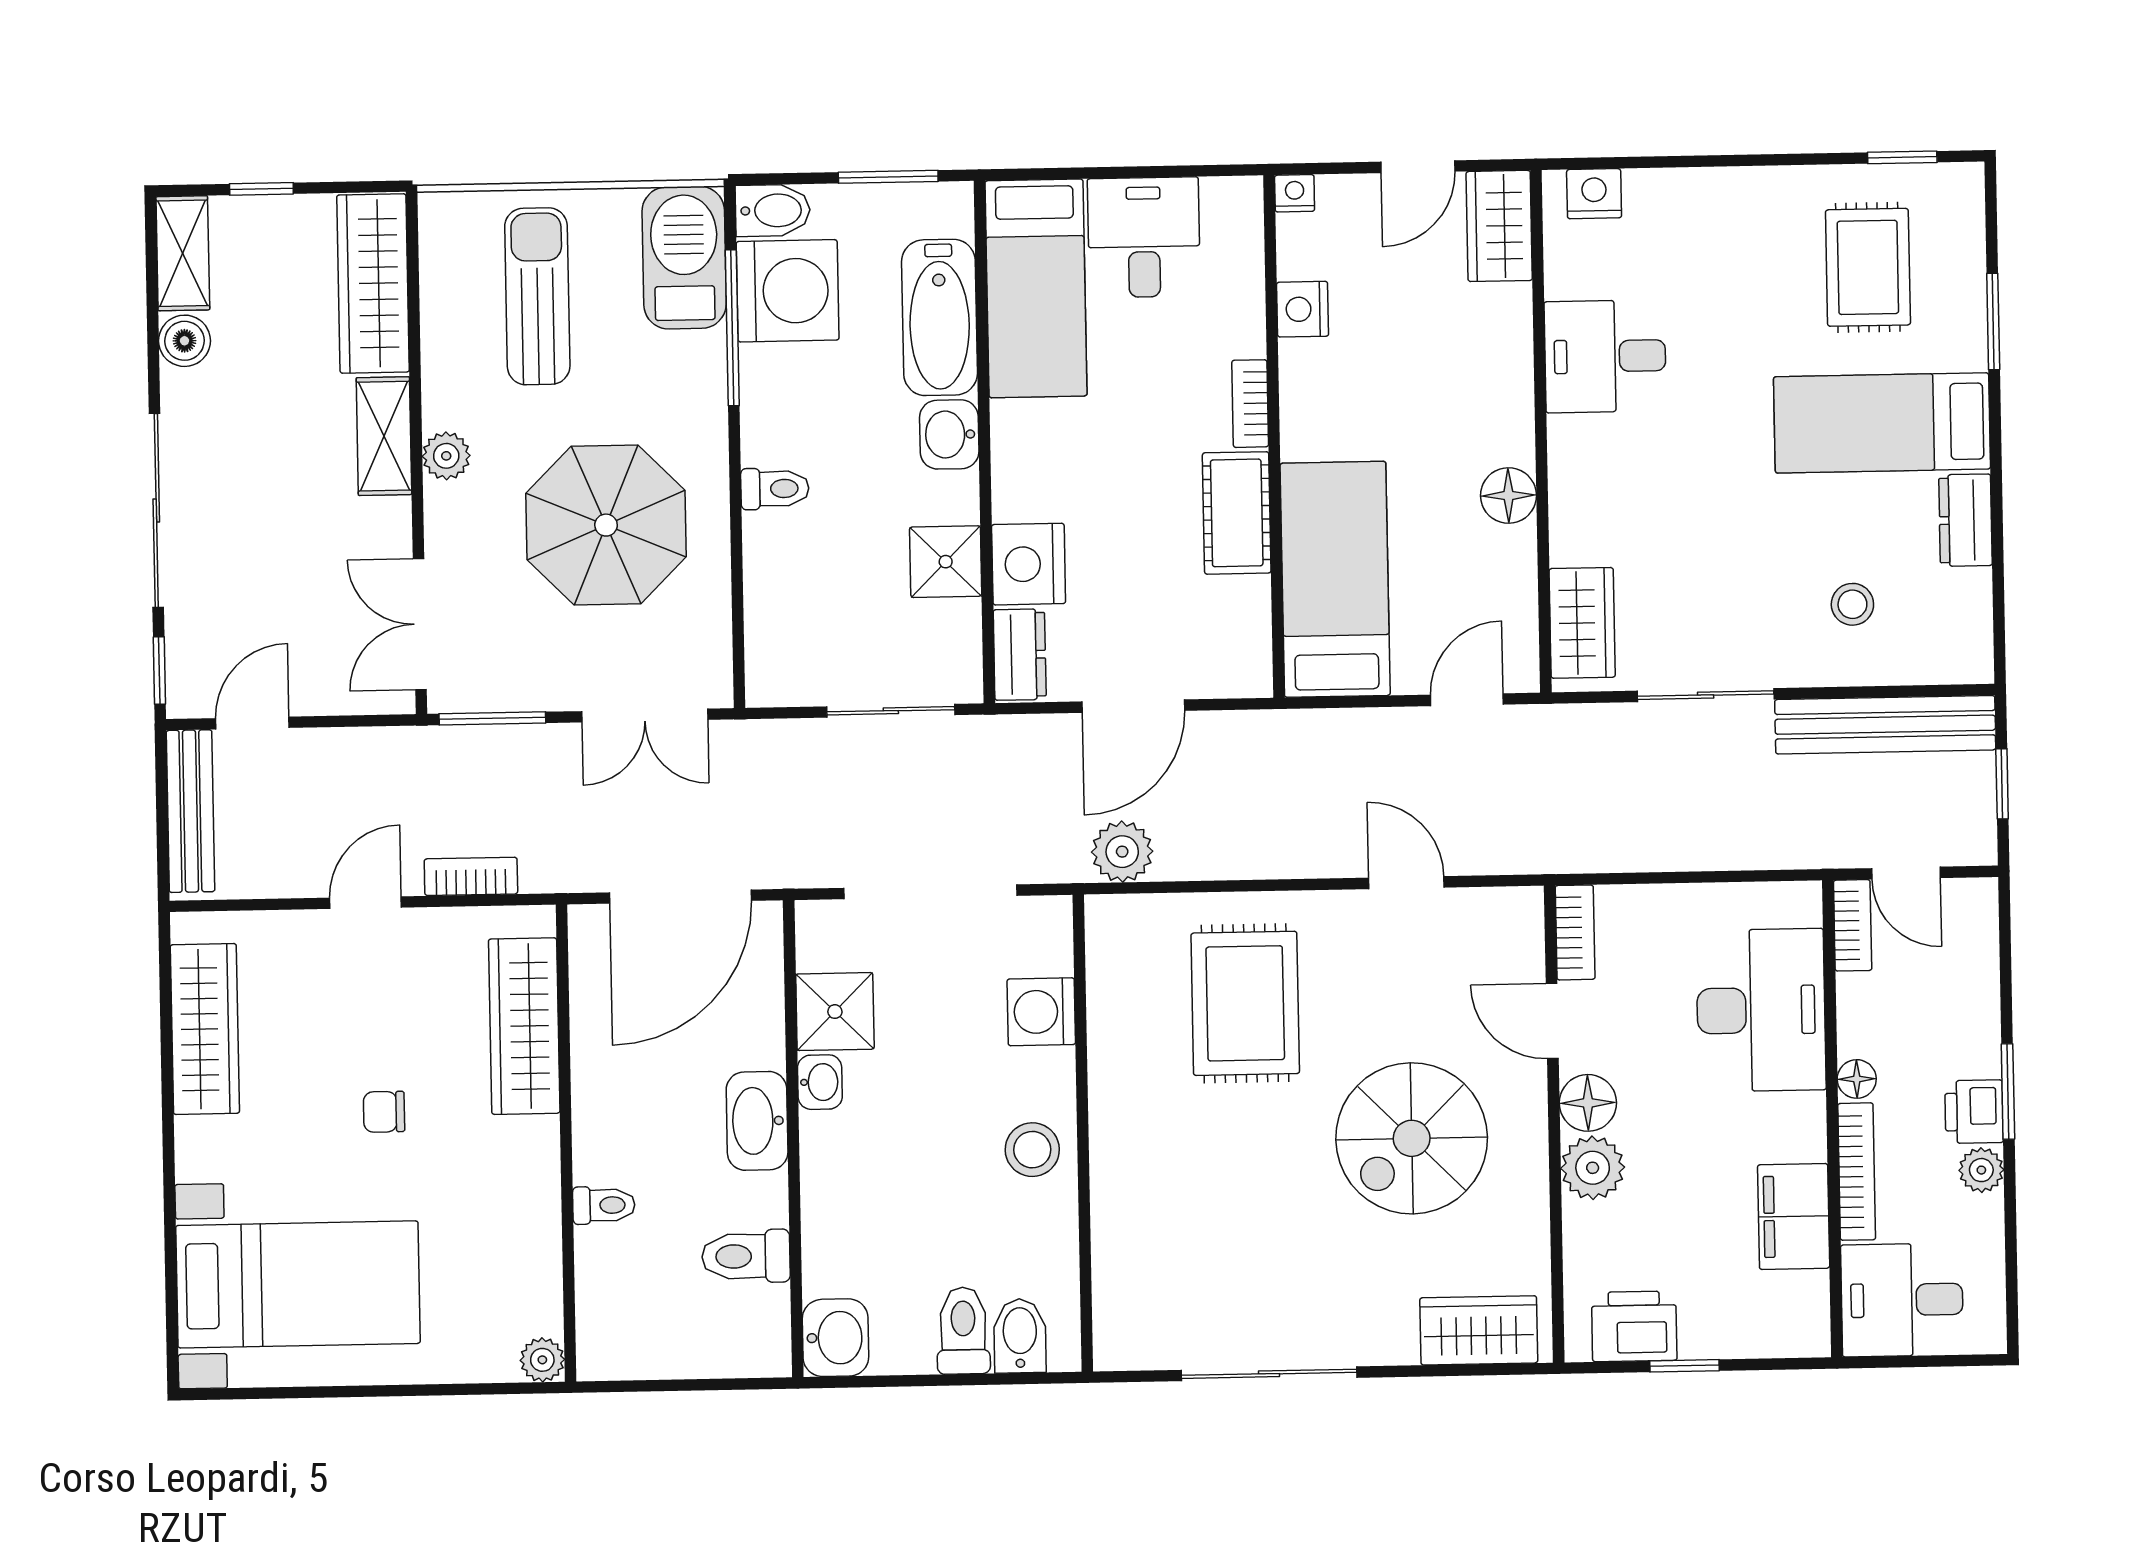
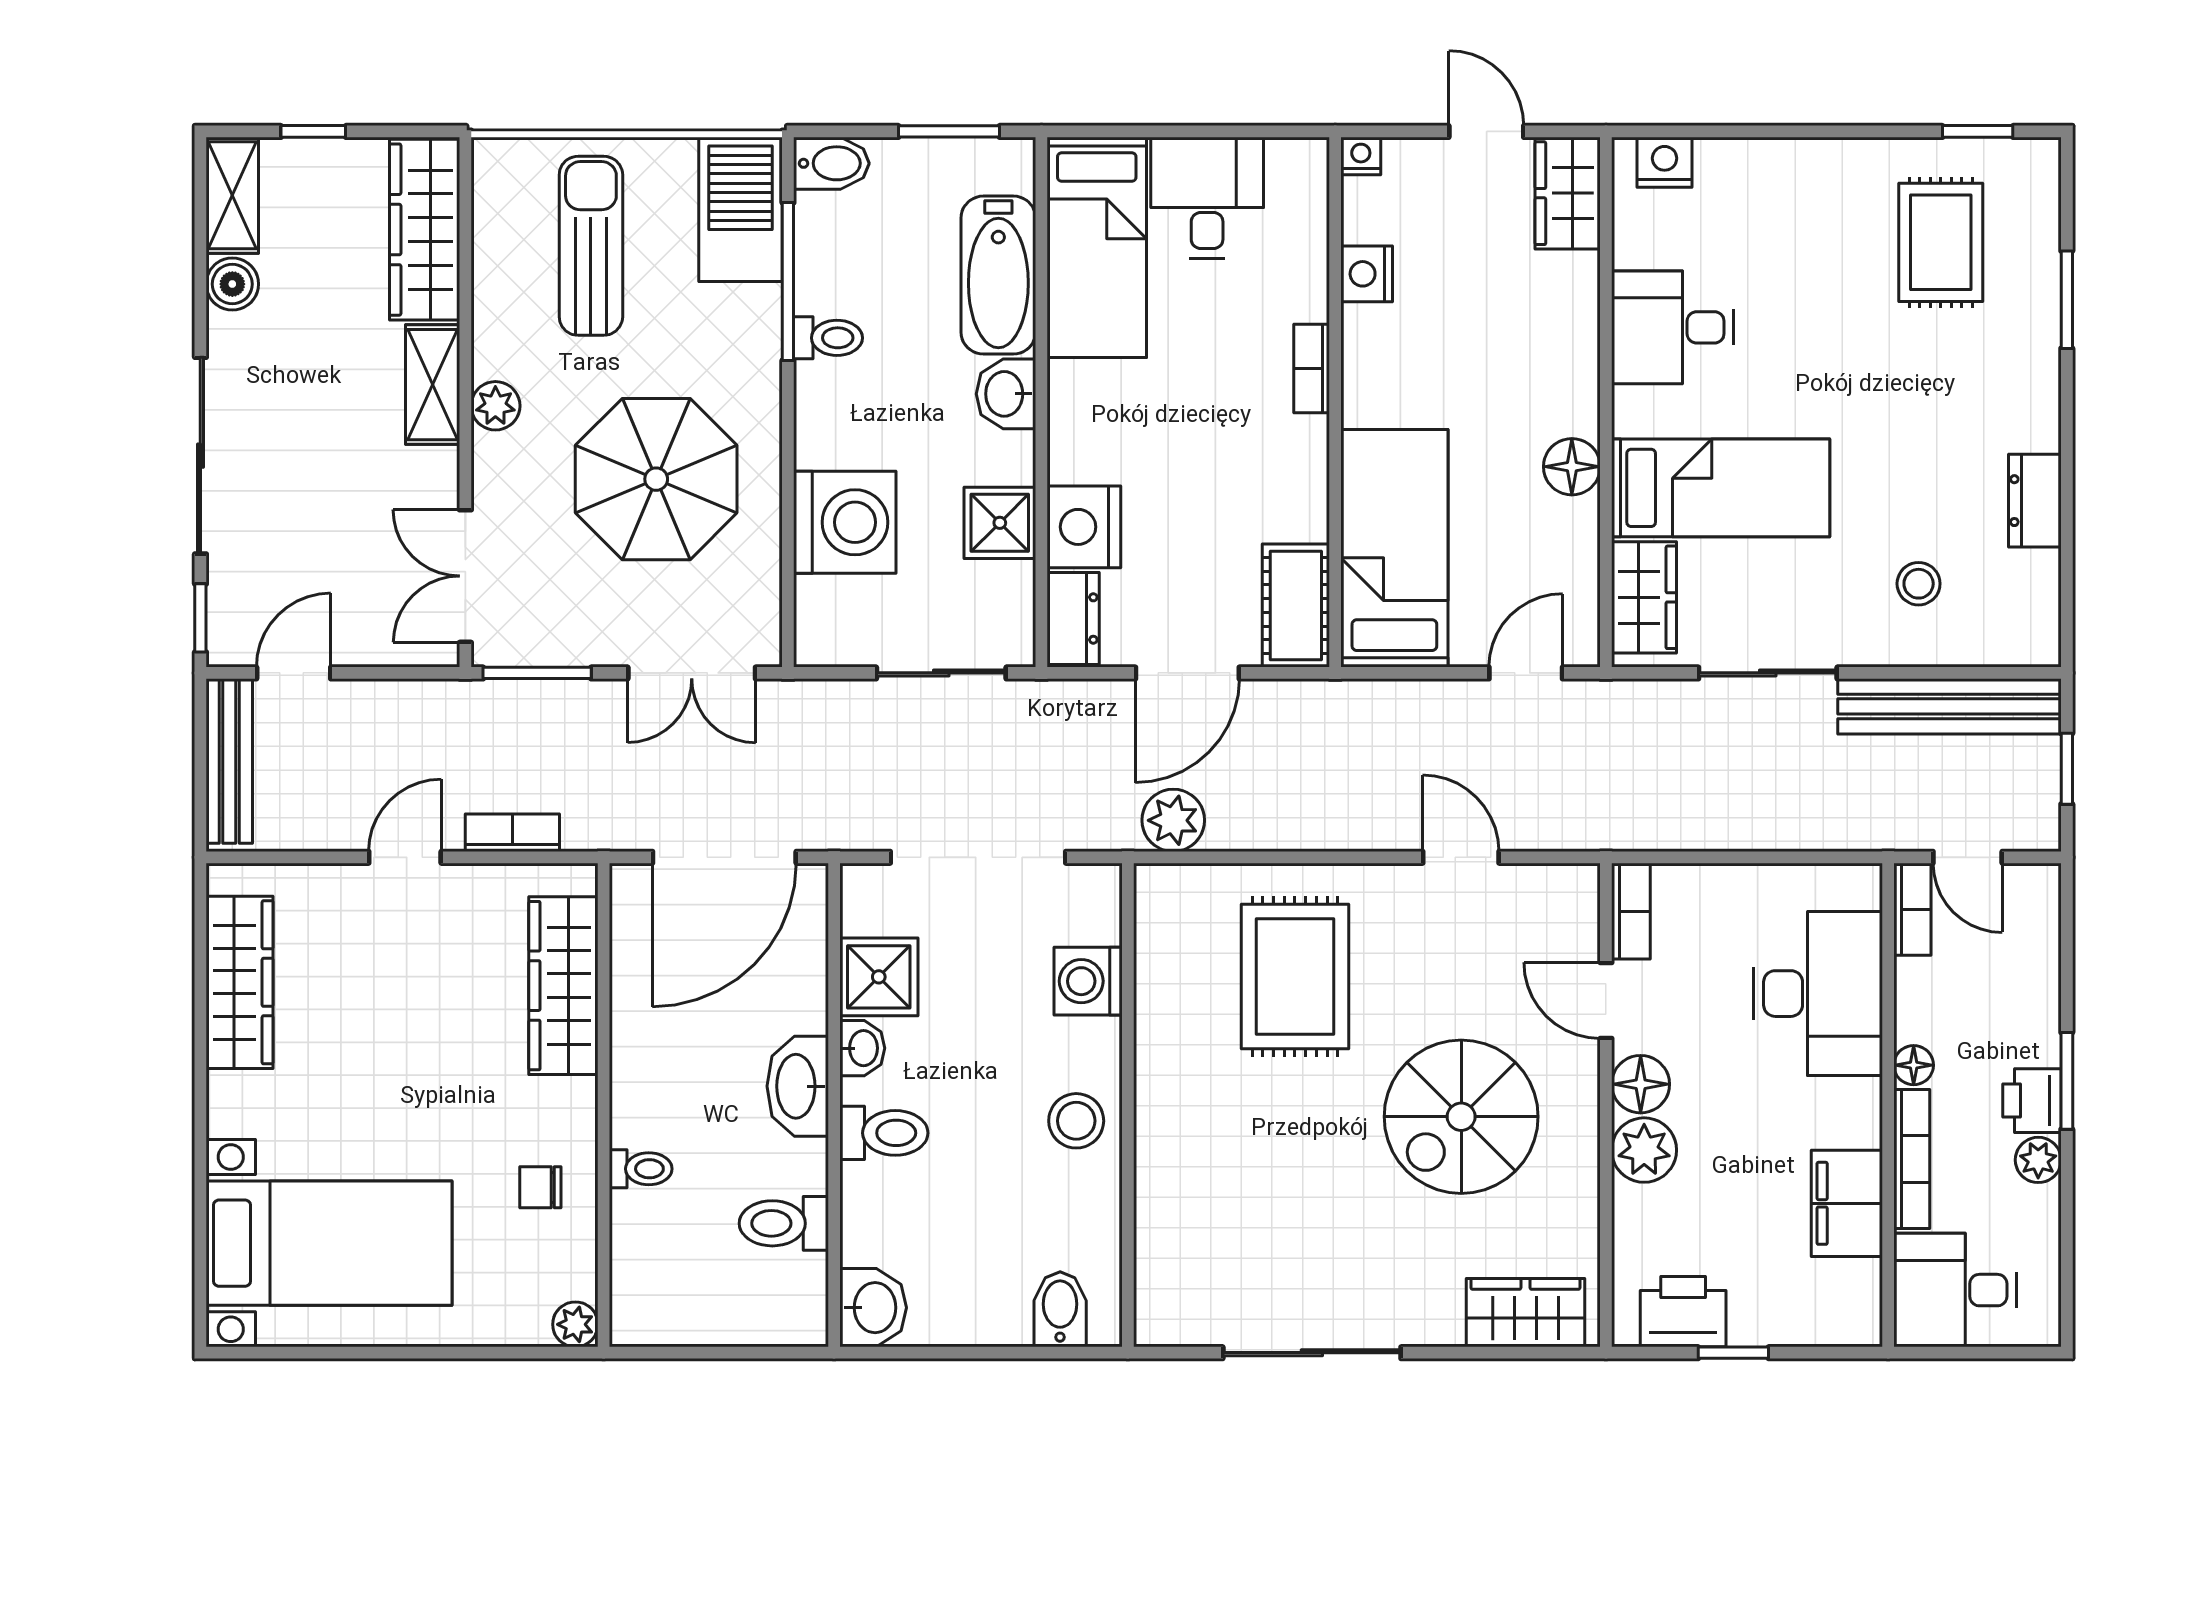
door: (1418, 167) -> (1486, 131), swing flipped
washing machine: (788, 291) -> (845, 522), moved
bed: (1882, 423) -> (1721, 488), moved, turned 180
toilet: (775, 489) -> (828, 338), moved
cot: (1237, 513) -> (1296, 606), moved
chair: (384, 1112) -> (540, 1187), moved
toilet: (963, 1331) -> (884, 1133), moved, turned 90

